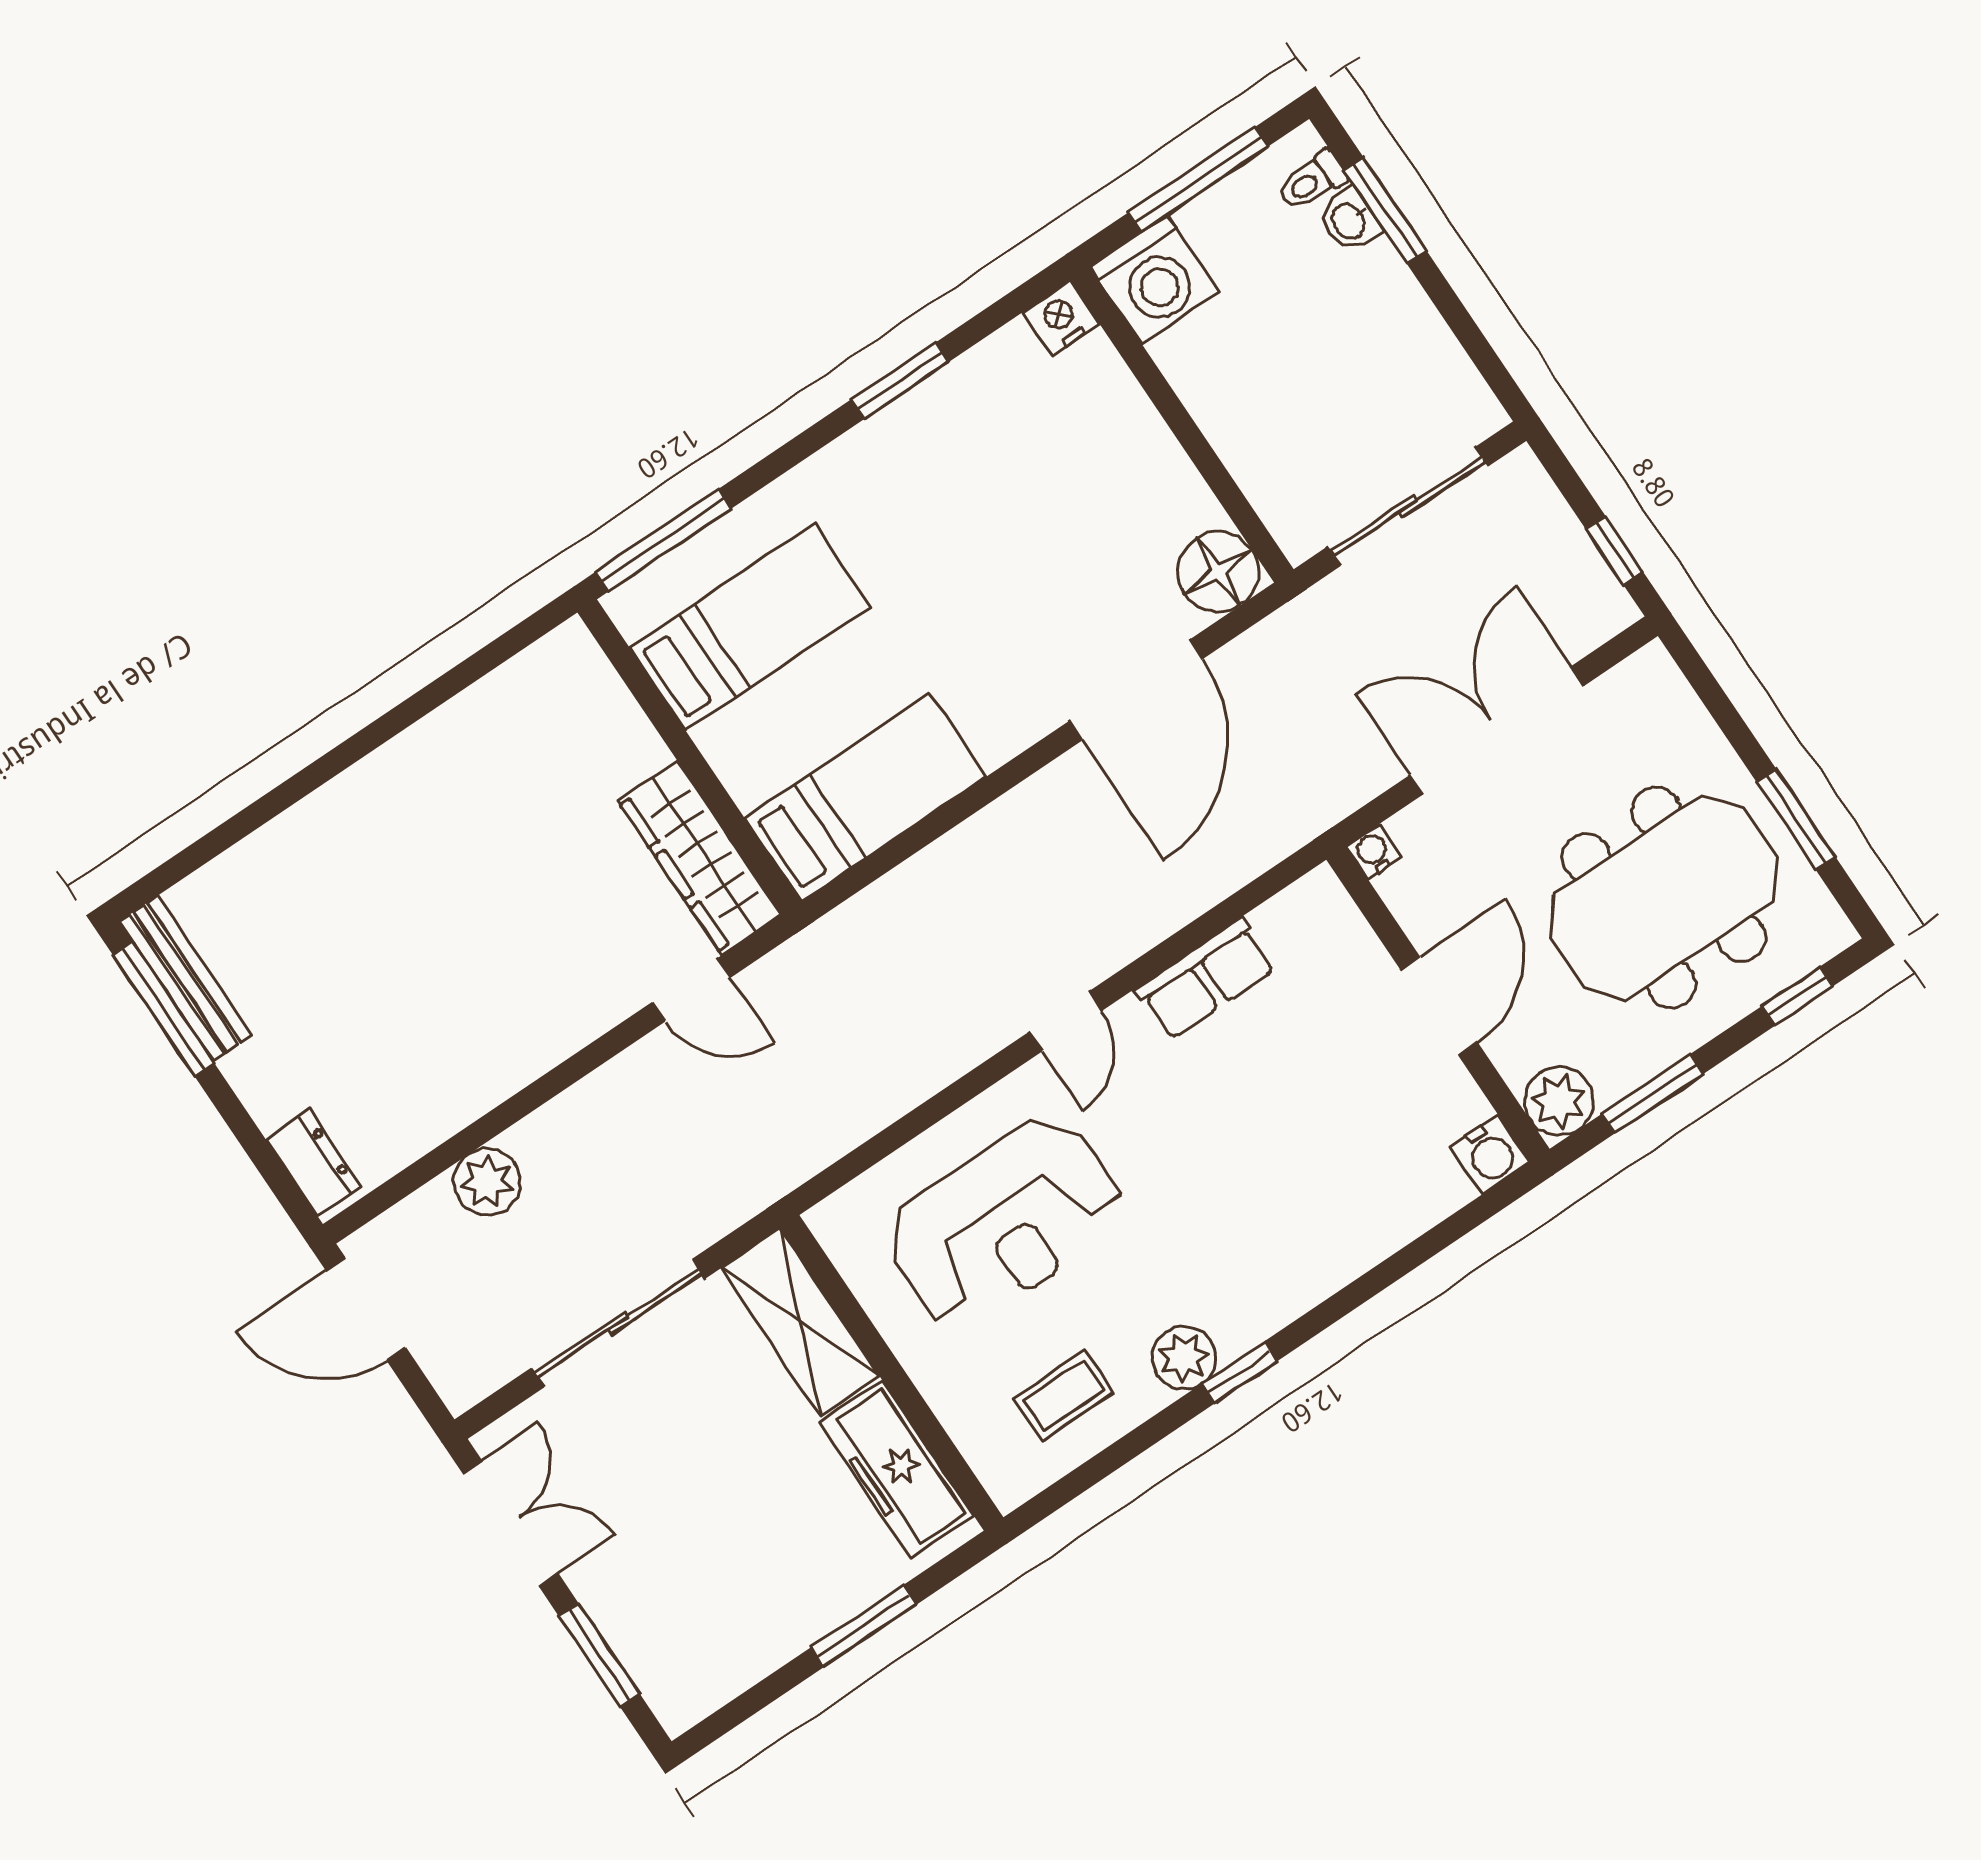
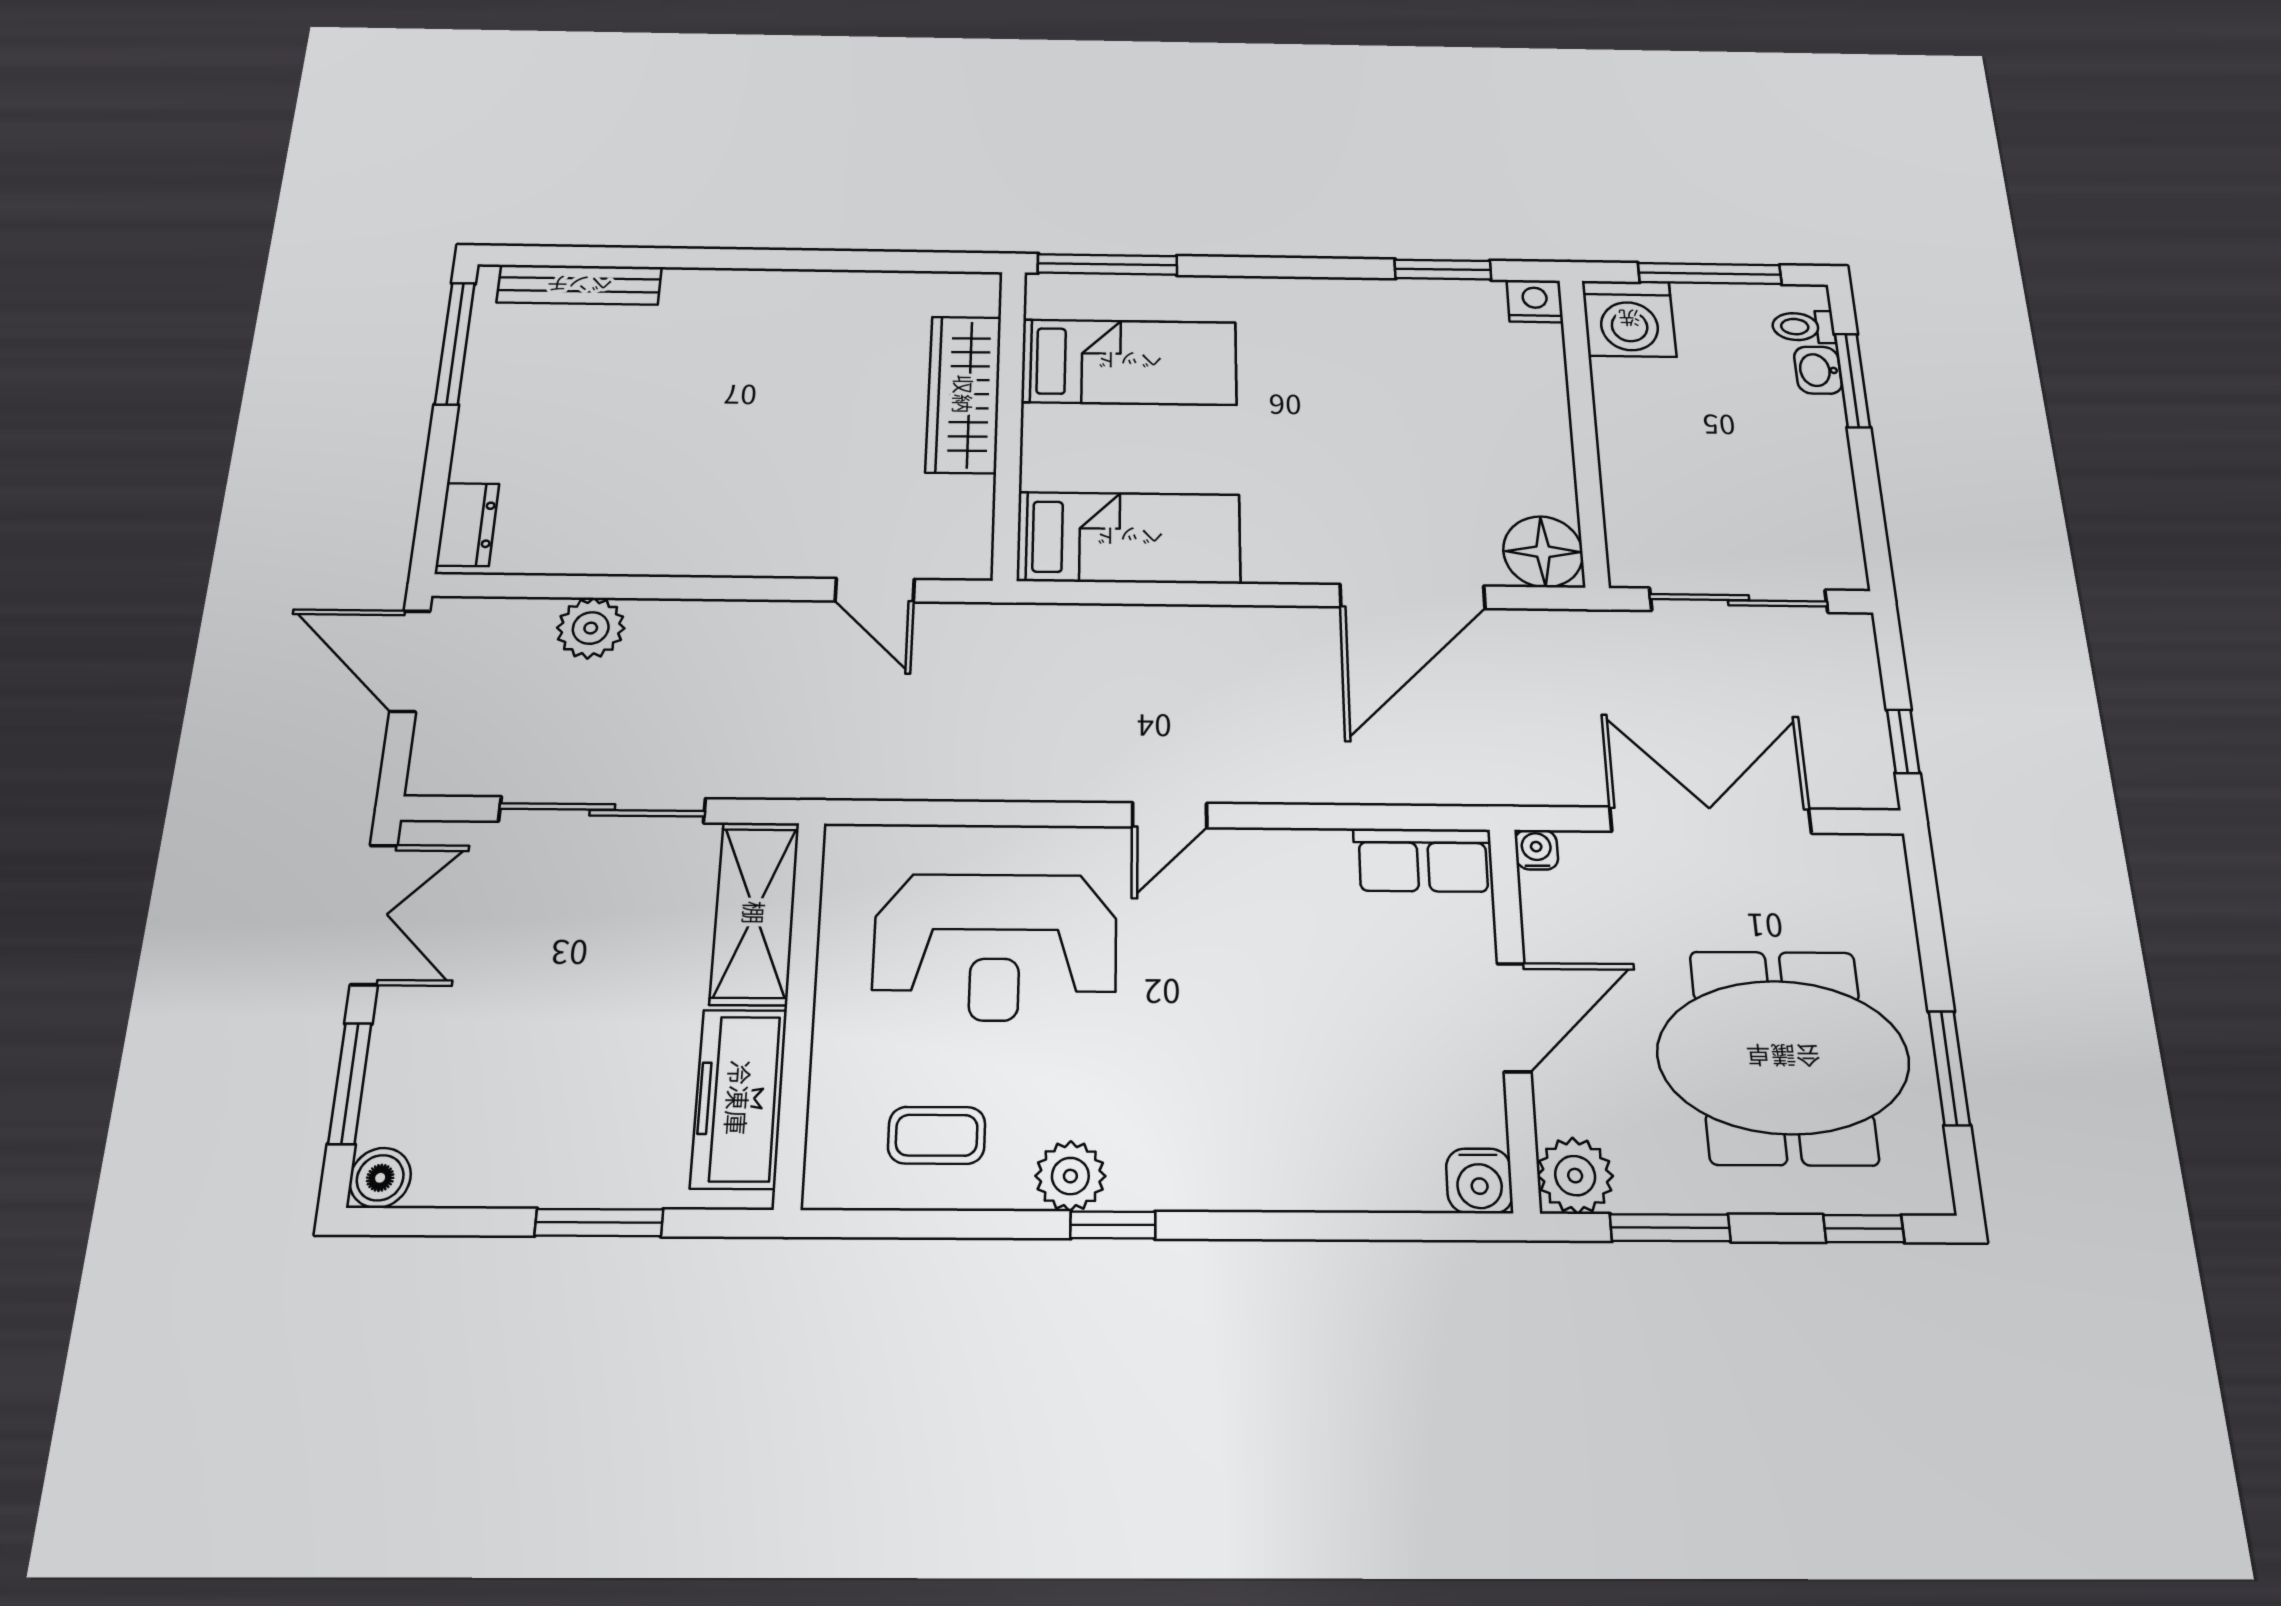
window: (900, 381) -> (1443, 270), moved
wardrobe: (699, 858) -> (964, 394), moved
bench: (185, 978) -> (579, 285), moved, turned 90
row of seats: (1205, 979) -> (1423, 860), moved
boiler: (679, 1704) -> (380, 1178), added

